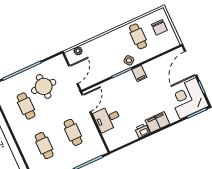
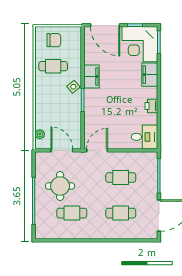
filing cabinet: (139, 73) -> (91, 77), width x2.00
door: (86, 103) -> (97, 150), hinge flipped
desk: (107, 119) -> (145, 137), moved, turned -90
filing cabinet: (157, 122) -> (150, 75), moved

